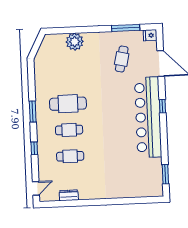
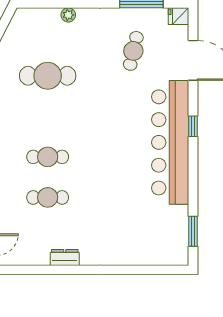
plant: (75, 42) -> (68, 15), width x0.53, depth x0.53
cafe table: (68, 104) -> (48, 76), moved
dresser: (69, 195) -> (65, 257), moved

